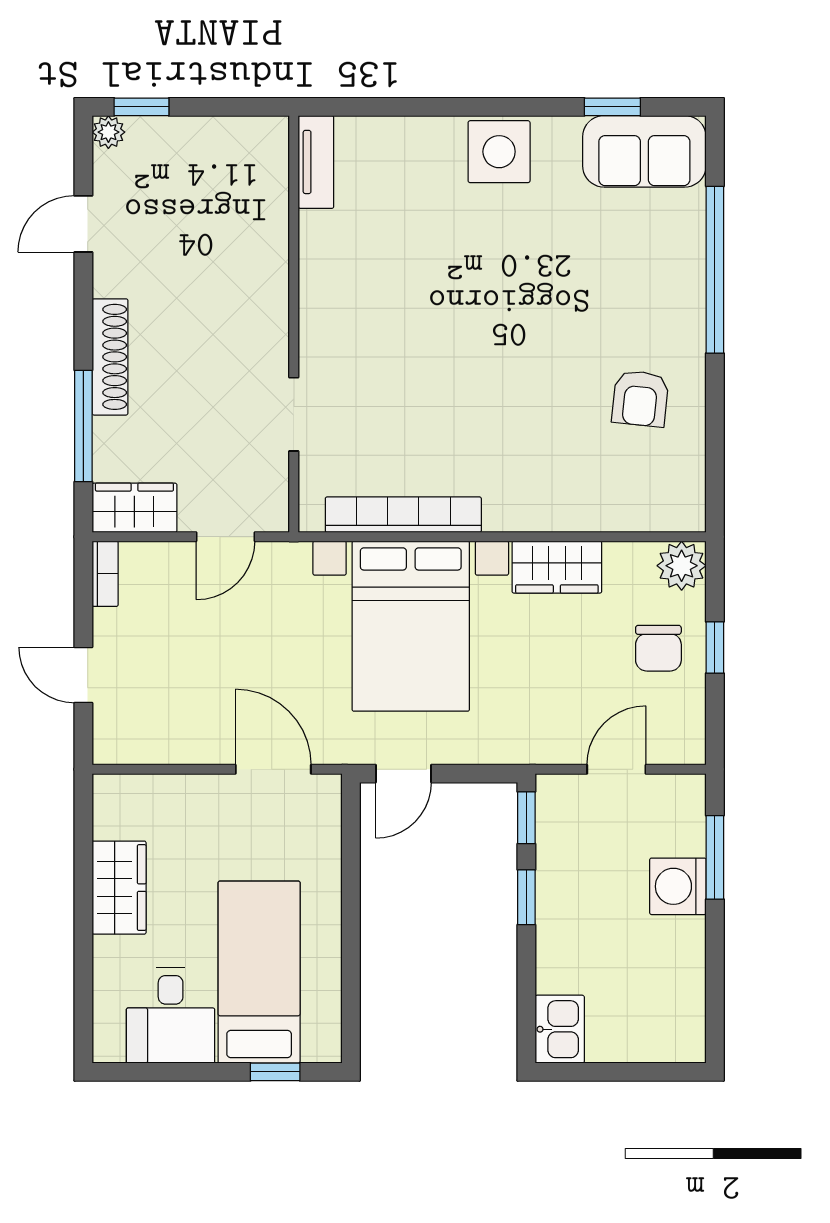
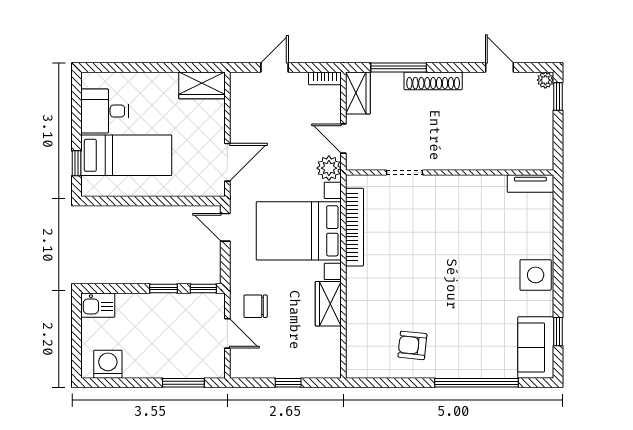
plant: (682, 566) -> (329, 168), moved
chair: (658, 648) -> (256, 306), moved
washing machine: (678, 886) -> (108, 364), moved
wardrobe: (119, 888) -> (202, 85), moved

